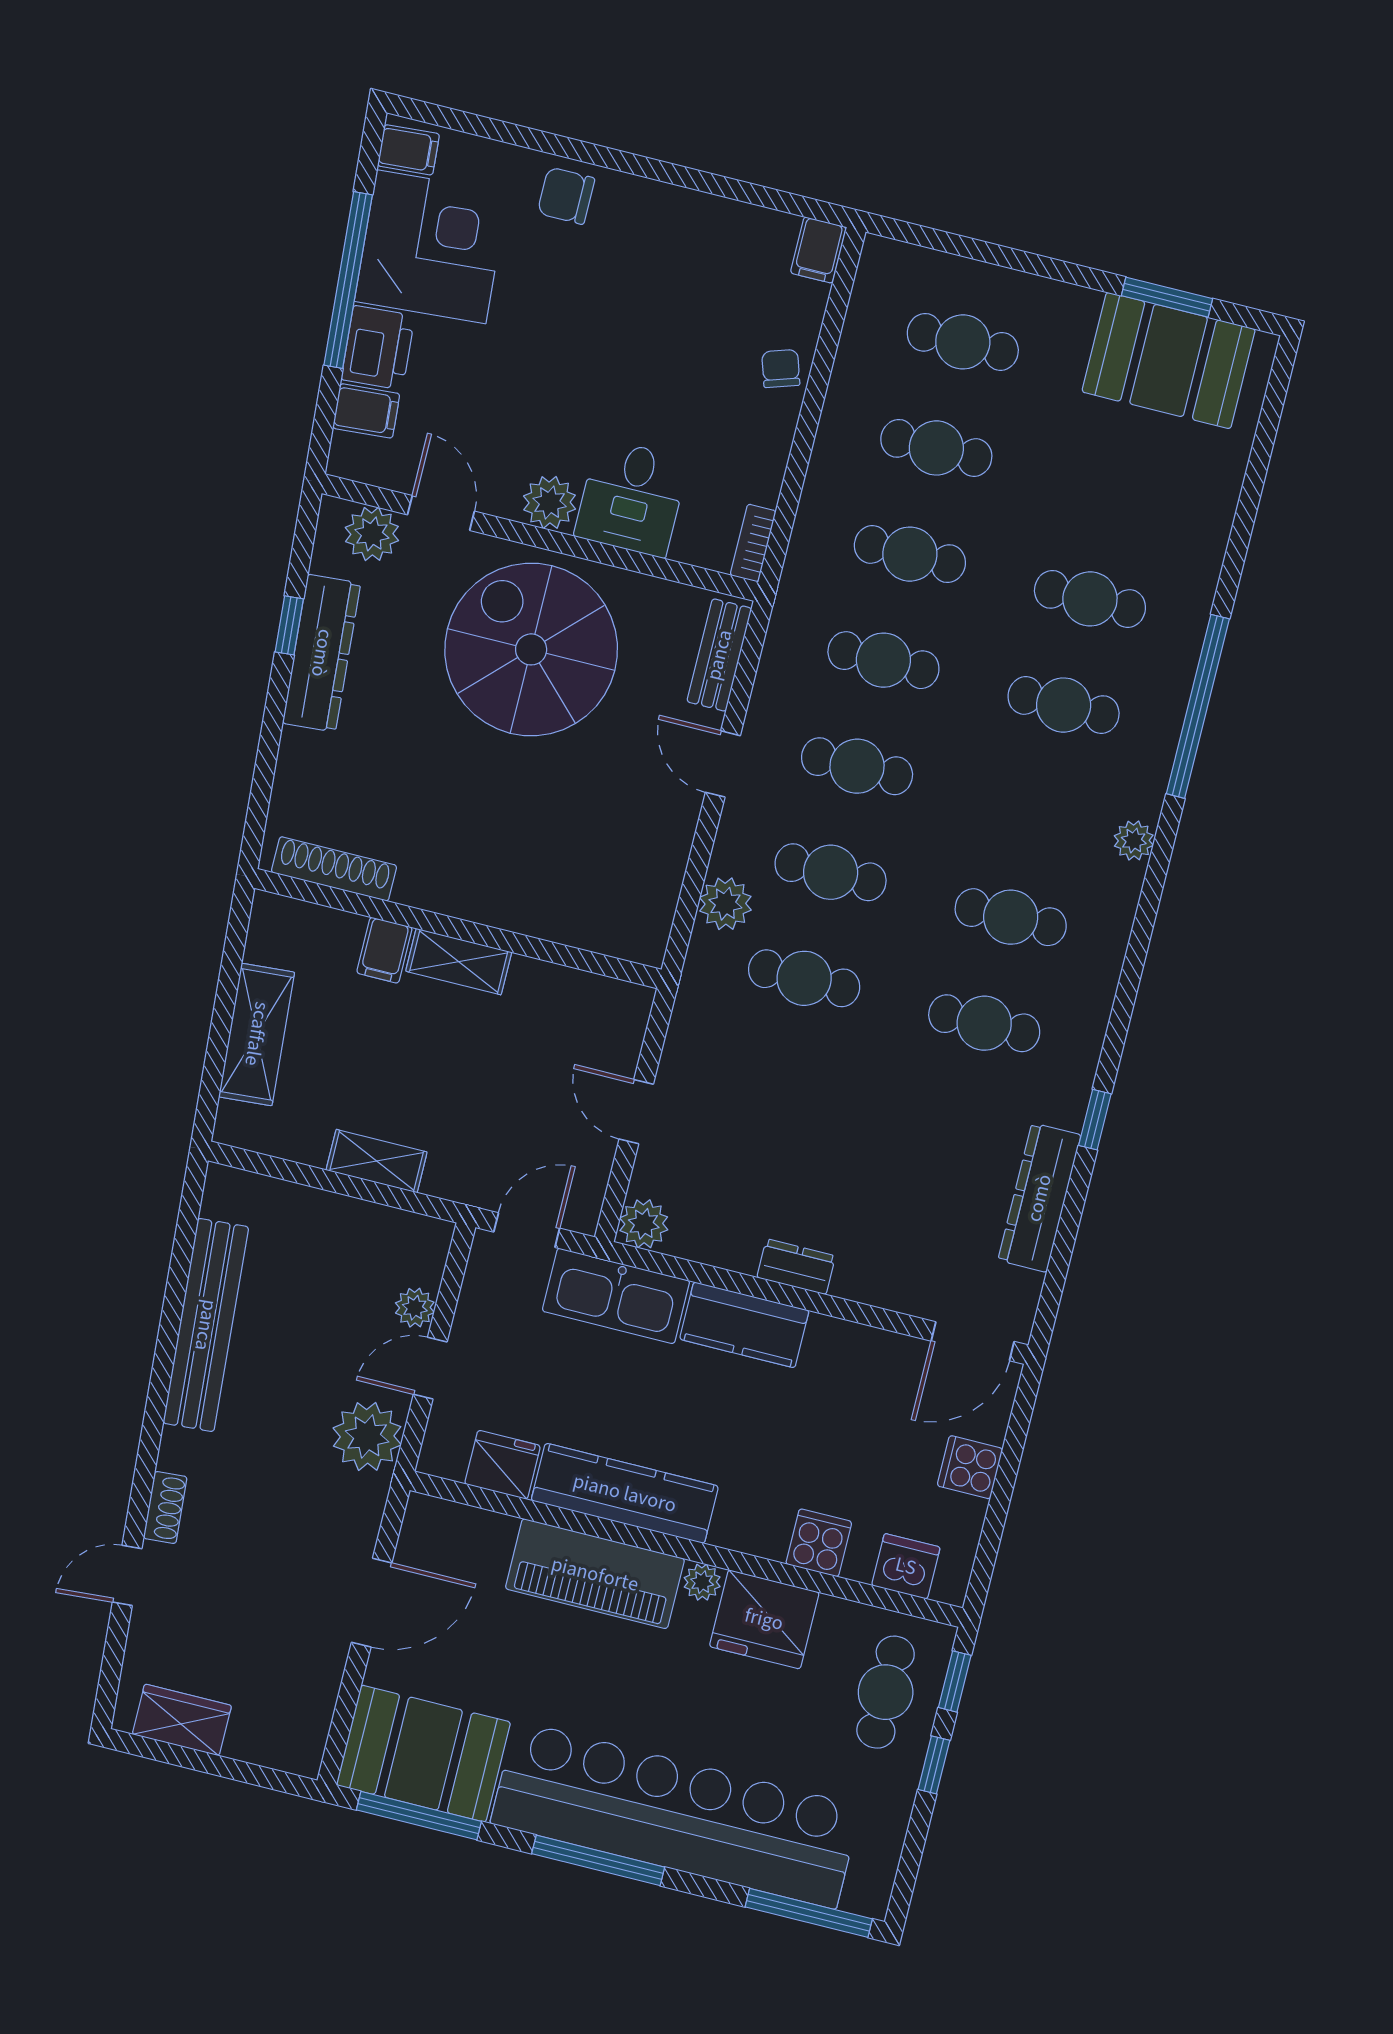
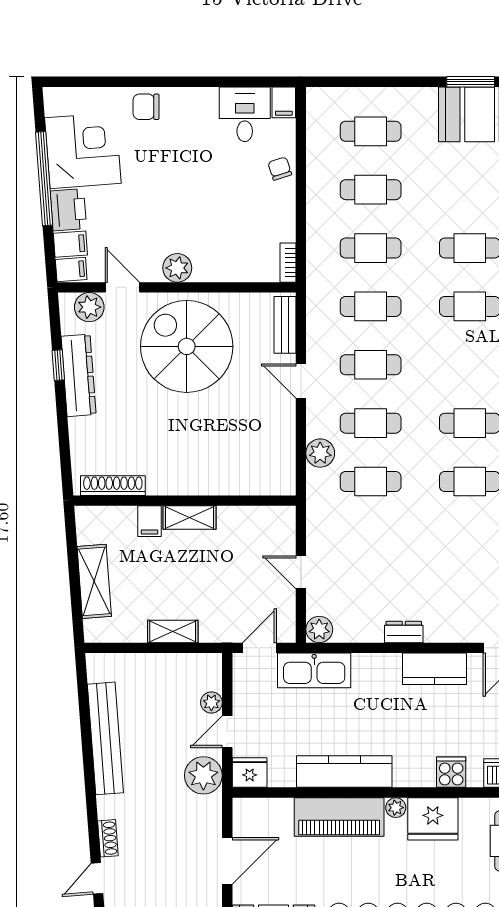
filing cabinet: (409, 150) -> (71, 270), moved
desk: (632, 498) -> (245, 114), moved, turned 180
kitchen counter: (744, 1325) -> (435, 669), moved
fridge: (503, 1465) -> (250, 773), moved

